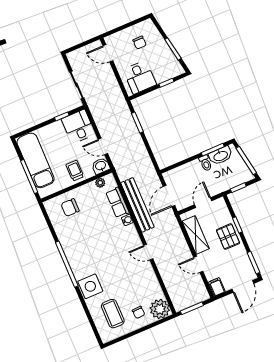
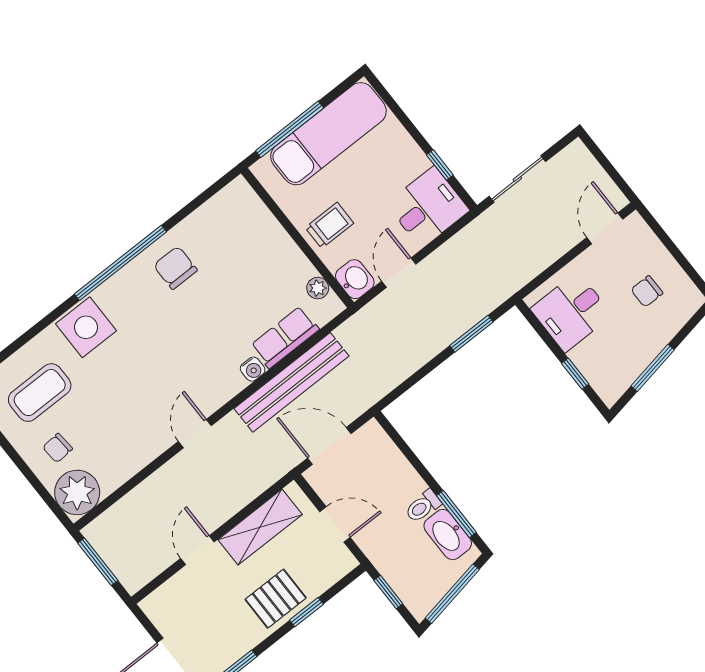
chair: (70, 208) -> (175, 268), moved
filing cabinet: (217, 287) -> (159, 604), removed

